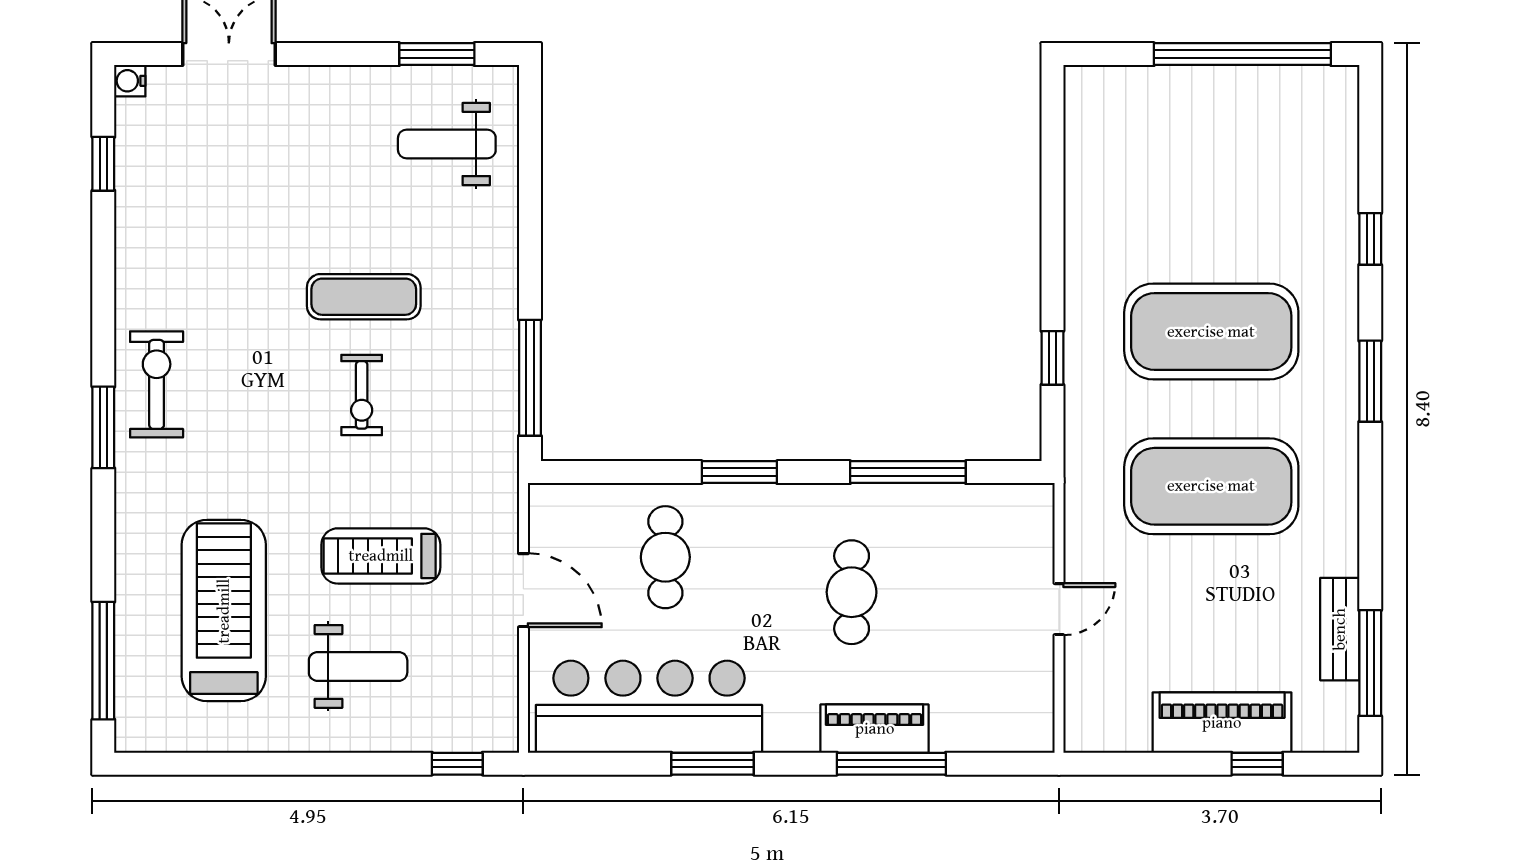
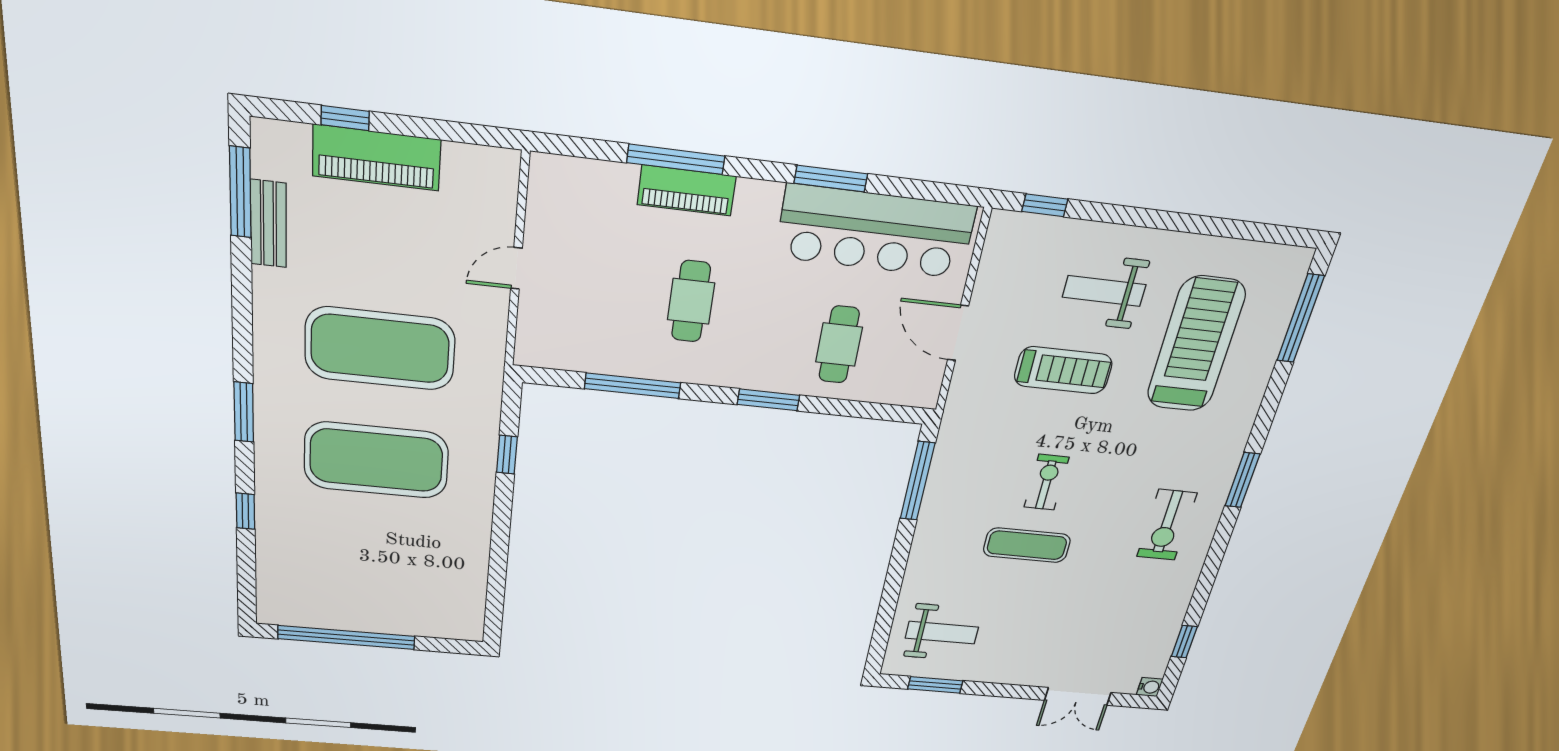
exercise bike: (157, 384) -> (1167, 525), moved
treadmill: (224, 611) -> (1196, 344), turned 180

